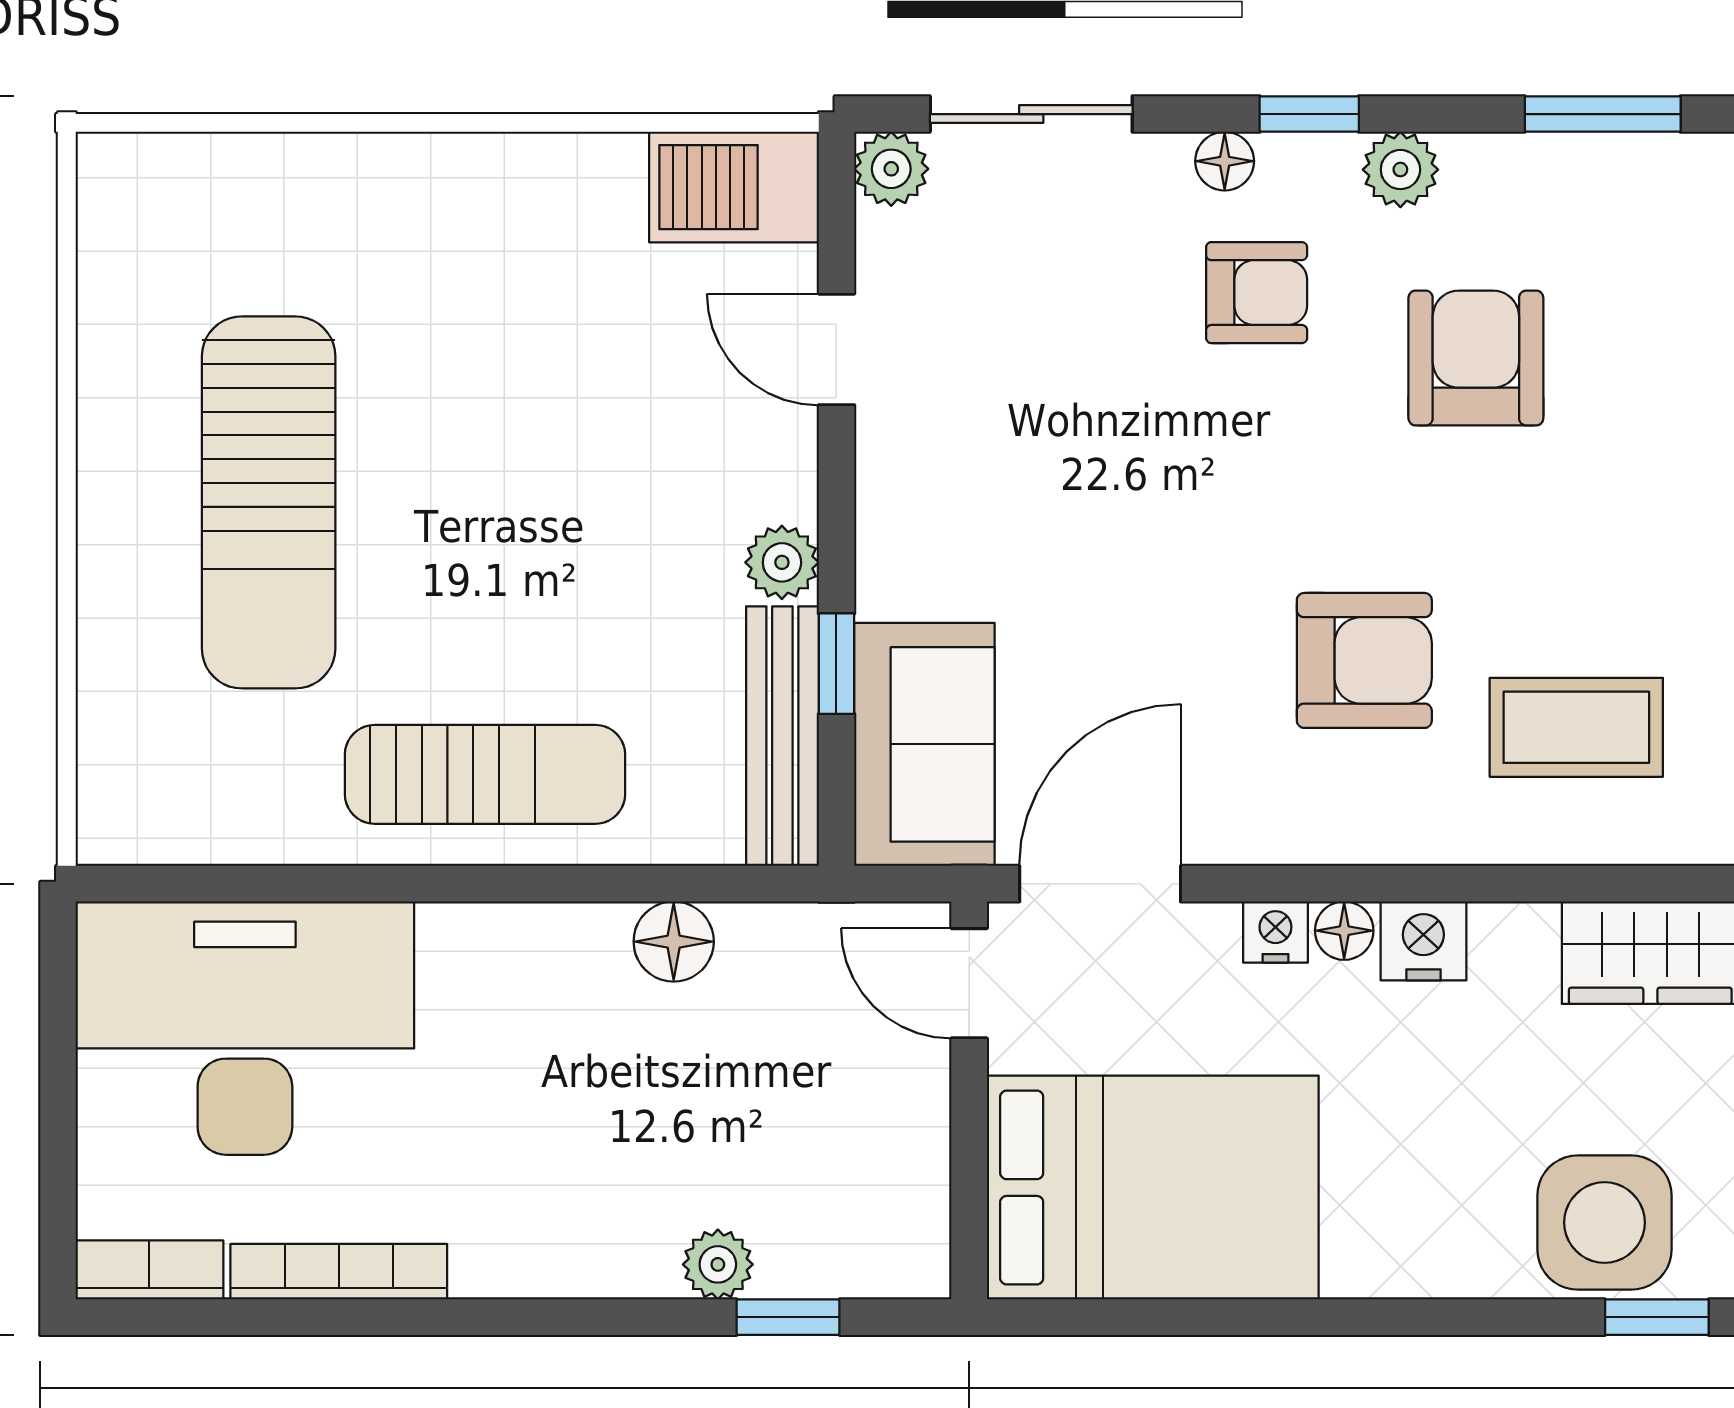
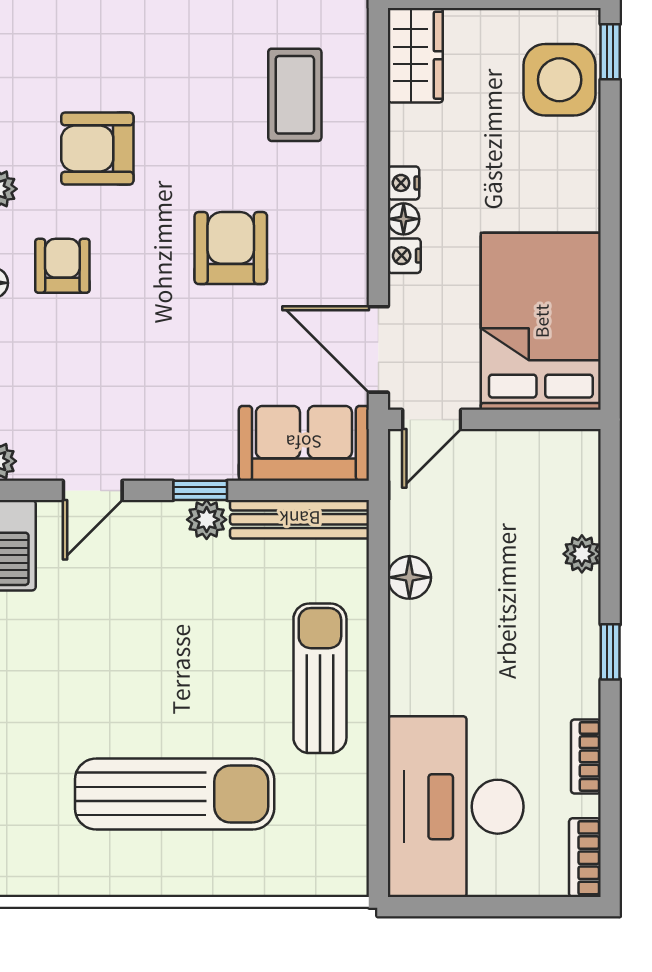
armchair: (1364, 660) -> (231, 248), moved
window: (836, 664) -> (200, 490), moved
nightstand: (1423, 941) -> (403, 183), width x0.72, depth x0.74
bookcase: (339, 1272) -> (586, 756), width x0.64
window: (788, 1317) -> (610, 652), moved

